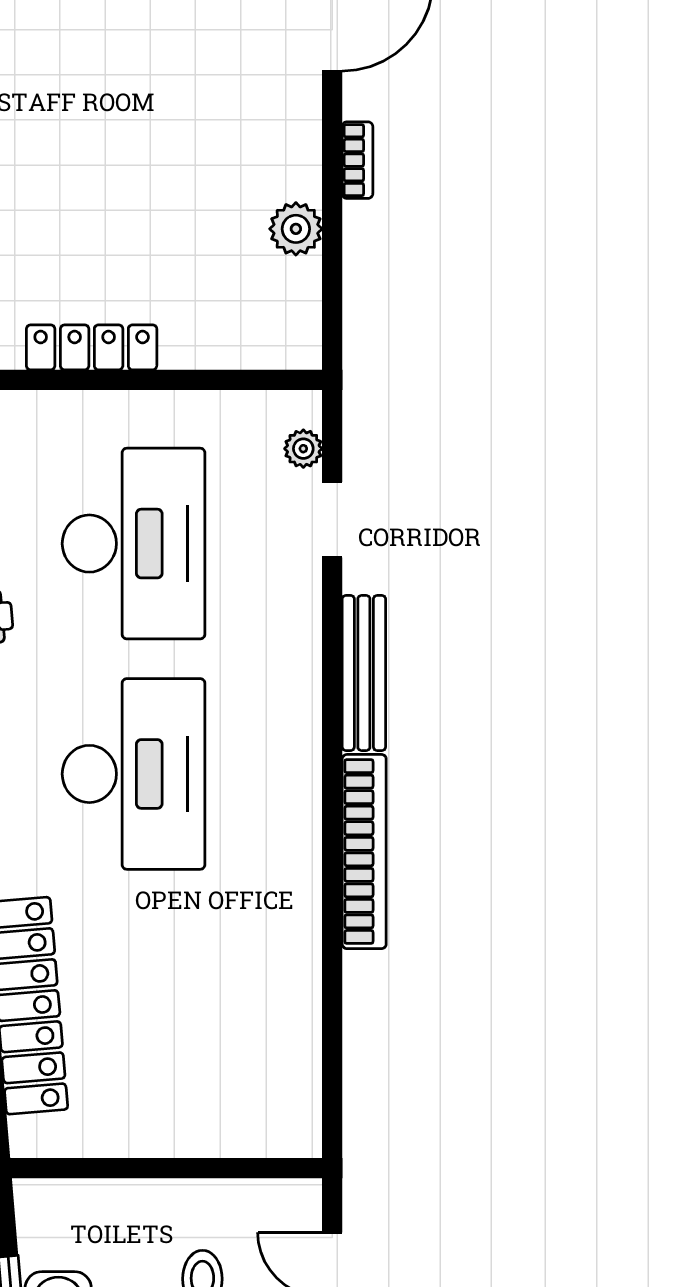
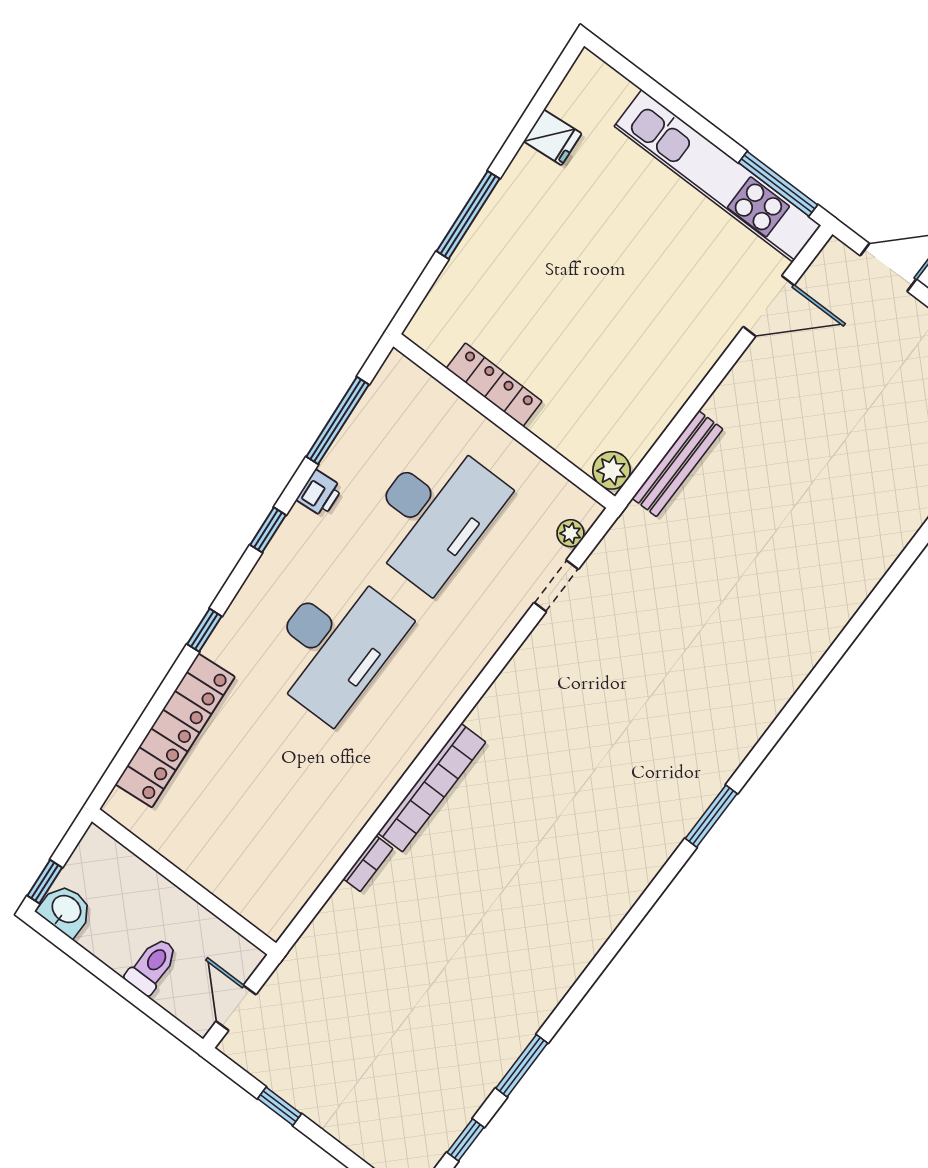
bookcase: (357, 160) -> (368, 864), moved
plant: (296, 229) -> (611, 470), moved
bench: (364, 673) -> (677, 464), moved

